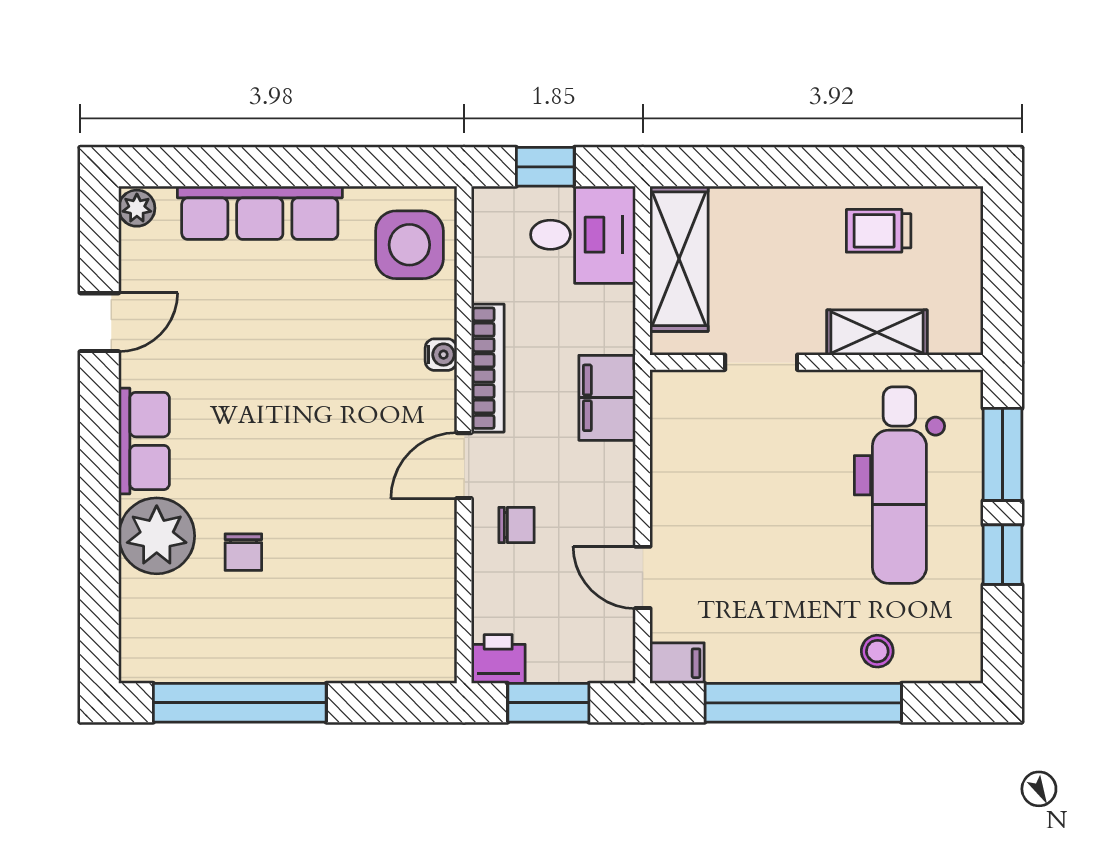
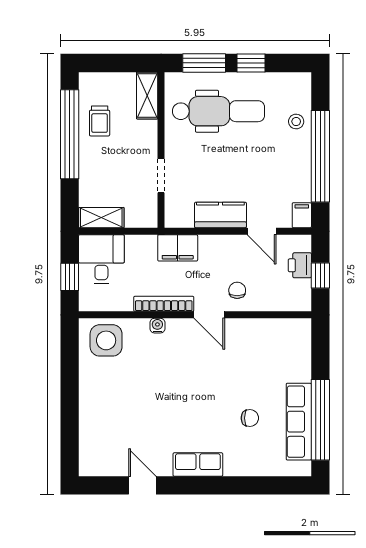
window: (850, 167) -> (70, 134), added
plant: (137, 208) -> (89, 468), removed
row of seats: (260, 213) -> (299, 422), moved, turned 180
shelving: (679, 259) -> (101, 218), width x0.67, depth x0.75
shelving: (877, 332) -> (147, 96), moved
kitchen counter: (678, 489) -> (220, 215), added
plant: (157, 536) -> (242, 459), removed
door: (643, 577) -> (262, 231), hinge flipped
printer: (498, 659) -> (300, 265), moved
window: (548, 703) -> (320, 275), width x0.67

